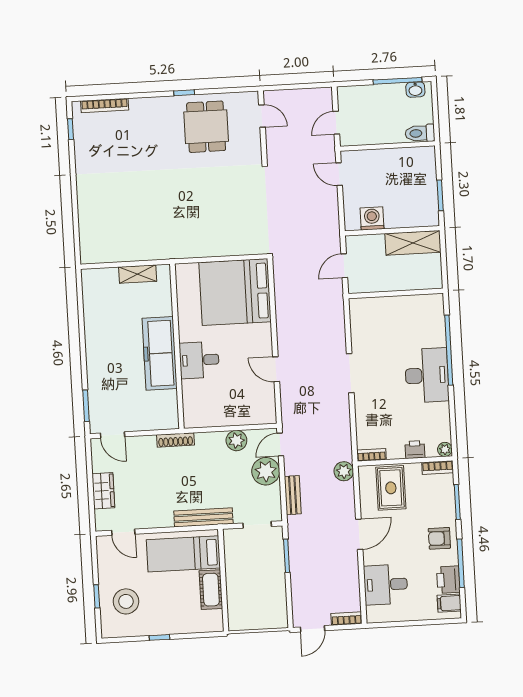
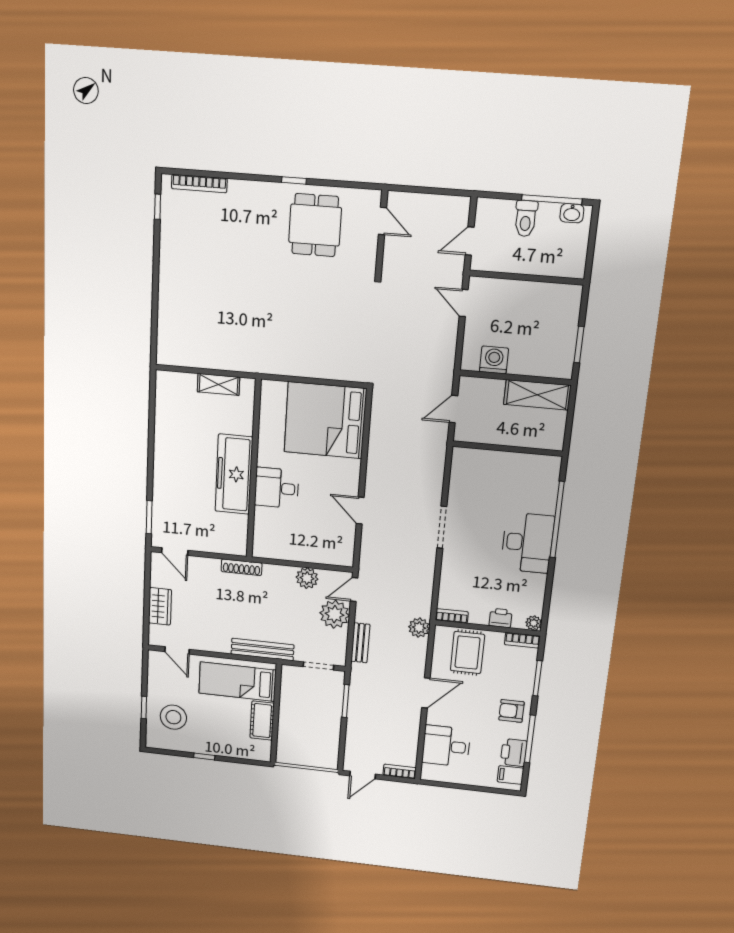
toilet: (420, 133) -> (526, 218), moved, turned -90

